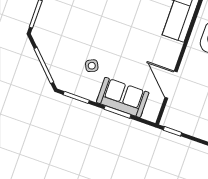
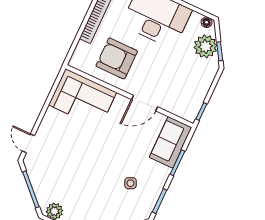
door: (171, 85) -> (145, 103), moved
sofa: (123, 97) -> (171, 142), moved

